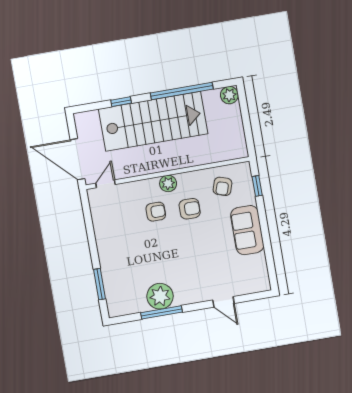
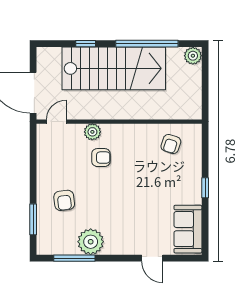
plant: (168, 183) -> (92, 132), moved
window: (257, 186) -> (205, 188), moved
armchair: (190, 209) -> (64, 200), moved, turned 83
sofa: (247, 230) -> (188, 229), moved
window: (161, 312) -> (74, 258), moved

